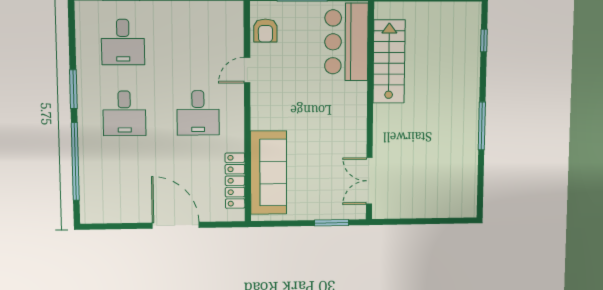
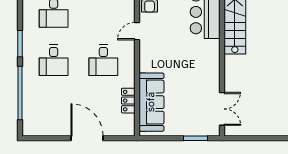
locker: (235, 181) -> (128, 101), width x0.66
double door: (369, 181) -> (222, 109), swing flipped

